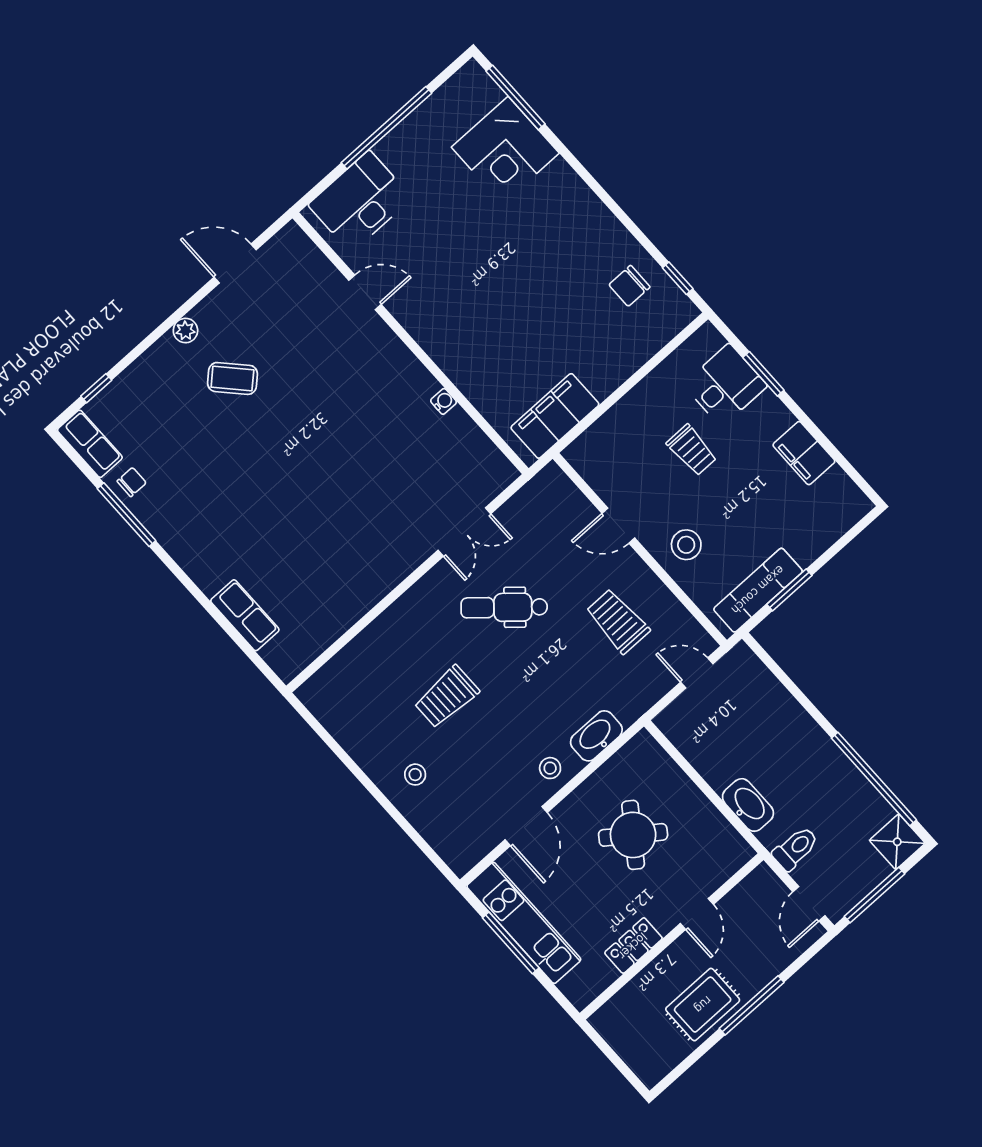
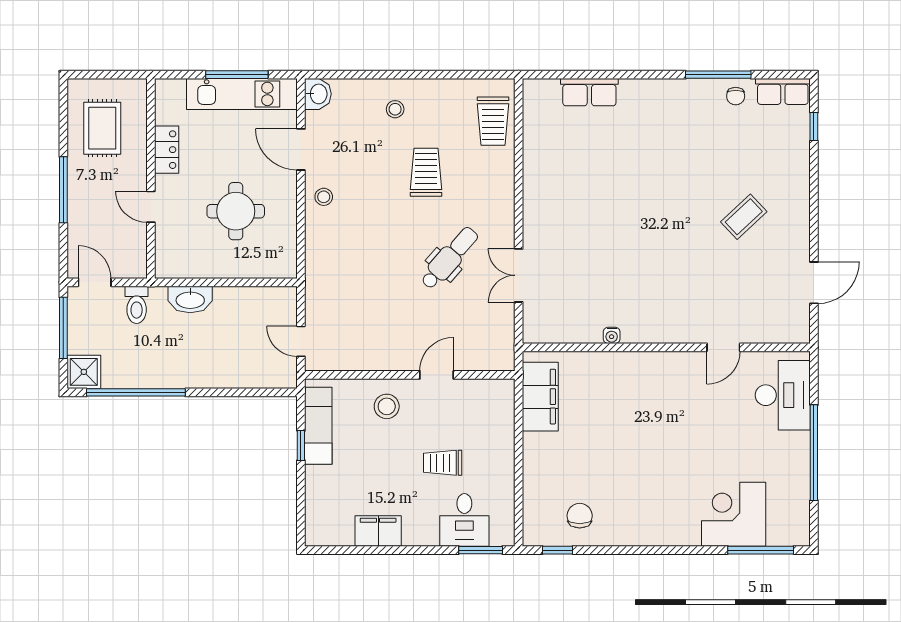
plant: (185, 331) -> (800, 214), removed
window: (763, 374) -> (481, 550), moved
window: (789, 590) -> (301, 445), width x0.67
trolley: (618, 621) -> (493, 121), moved, turned 90
door: (697, 673) -> (301, 341), swing flipped
washbasin: (596, 736) -> (318, 94), moved, width x0.72
round table: (633, 835) -> (236, 211), turned -36
rug: (703, 1005) -> (102, 128), moved

